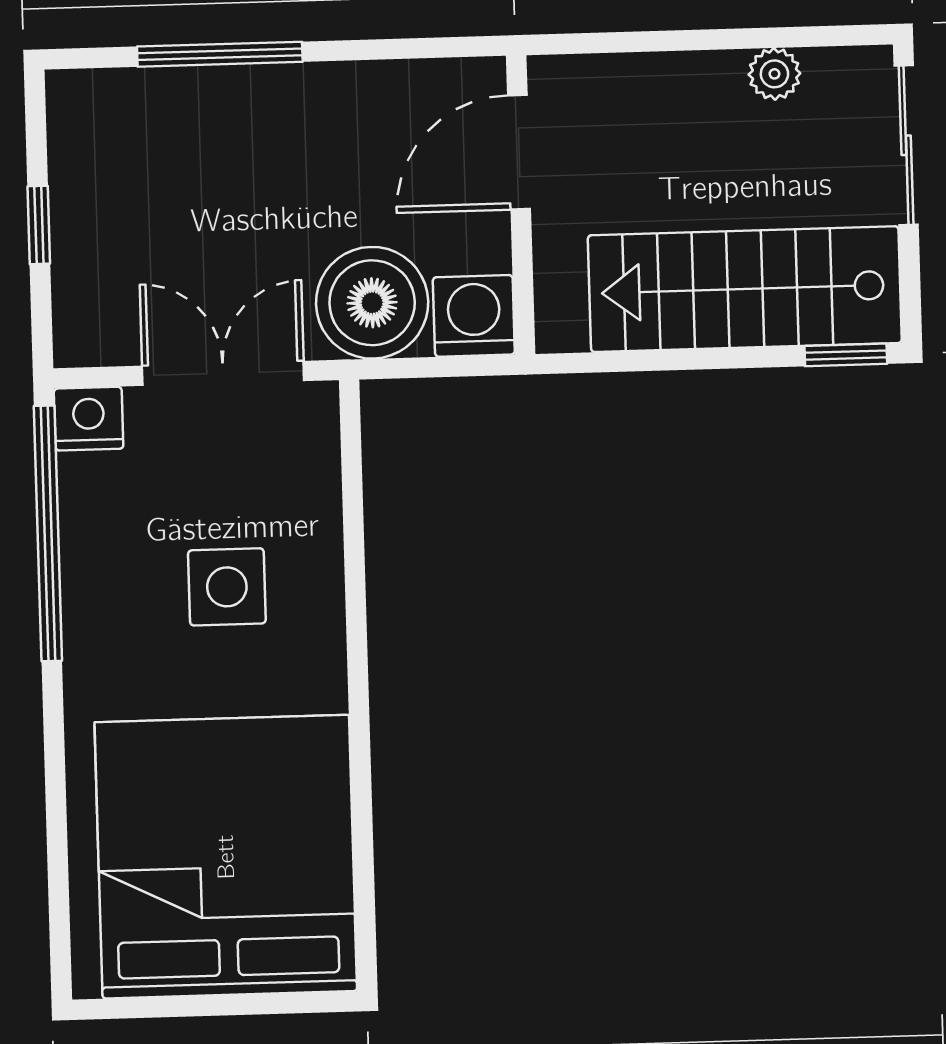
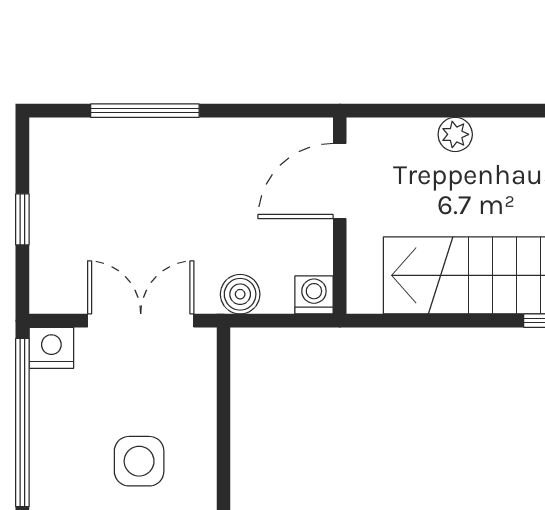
plant: (774, 74) -> (455, 134), moved
boiler: (372, 303) -> (240, 294), width x0.54, depth x0.54
washing machine: (474, 316) -> (314, 295), width x0.73, depth x0.73

